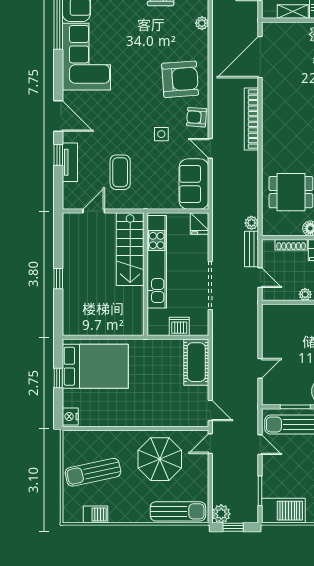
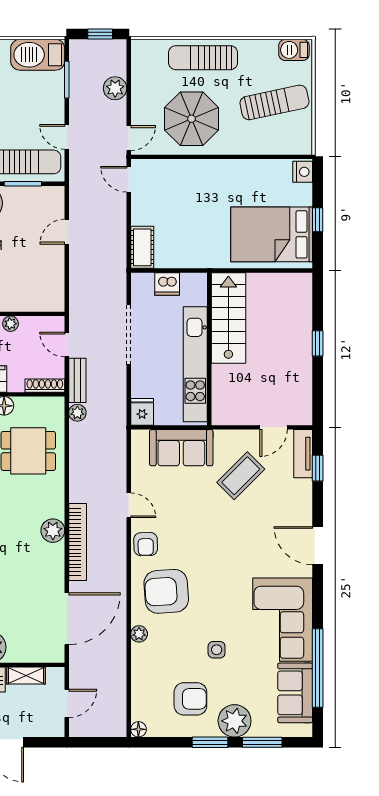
plant: (202, 23) -> (139, 634), moved
armchair: (197, 117) -> (146, 544), turned 85
plant: (271, 128) -> (53, 531), added
side table: (161, 134) -> (217, 650), moved
window: (58, 155) -> (318, 468), moved
tv unit: (70, 162) -> (303, 454), moved
coffee table: (120, 172) -> (241, 476), turned 45
sofa: (194, 184) -> (181, 448), moved, turned 90
shoe rack: (291, 245) -> (45, 386), moved
stairs: (130, 249) -> (228, 318), moved
cot: (196, 362) -> (142, 247), width x0.73, depth x0.75
sun lounger: (178, 511) -> (203, 58), moved
barbecue: (96, 514) -> (294, 50), moved
plant: (221, 514) -> (115, 88), moved

